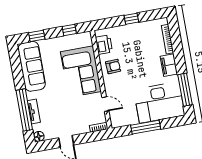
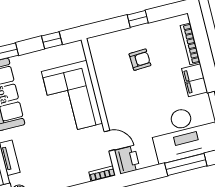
printer: (104, 45) -> (127, 160), moved
armchair: (113, 67) -> (140, 60), moved
window: (146, 127) -> (186, 165), moved

